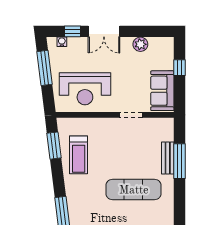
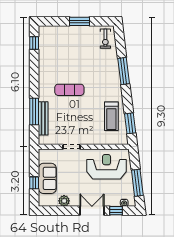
sofa: (162, 91) -> (47, 178), moved
treadmill: (79, 155) -> (111, 116), turned 180
bench: (168, 158) -> (43, 118), width x1.36
exercise mat: (134, 190) -> (69, 90), width x0.73, depth x0.69

